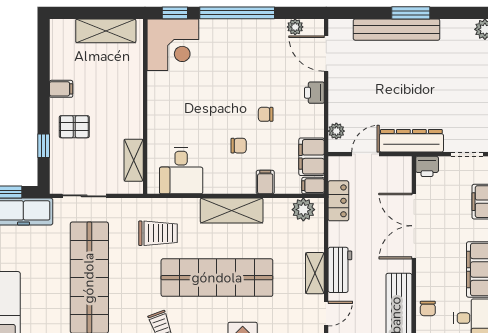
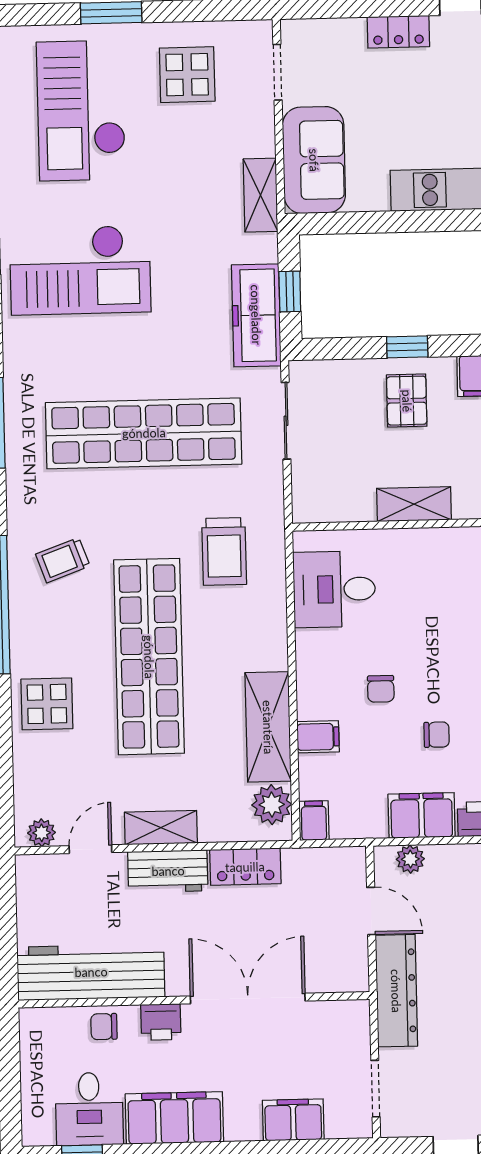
chair: (266, 114) -> (437, 735), turned 90
window: (44, 146) -> (407, 347), moved
filing cabinet: (312, 157) -> (422, 815), moved
shelving: (134, 160) -> (414, 504), moved
printer: (427, 166) -> (161, 1022), moved, turned -90
locker: (338, 201) -> (245, 867), moved
shelving: (232, 211) -> (268, 727), moved
door: (326, 314) -> (90, 849), swing flipped

